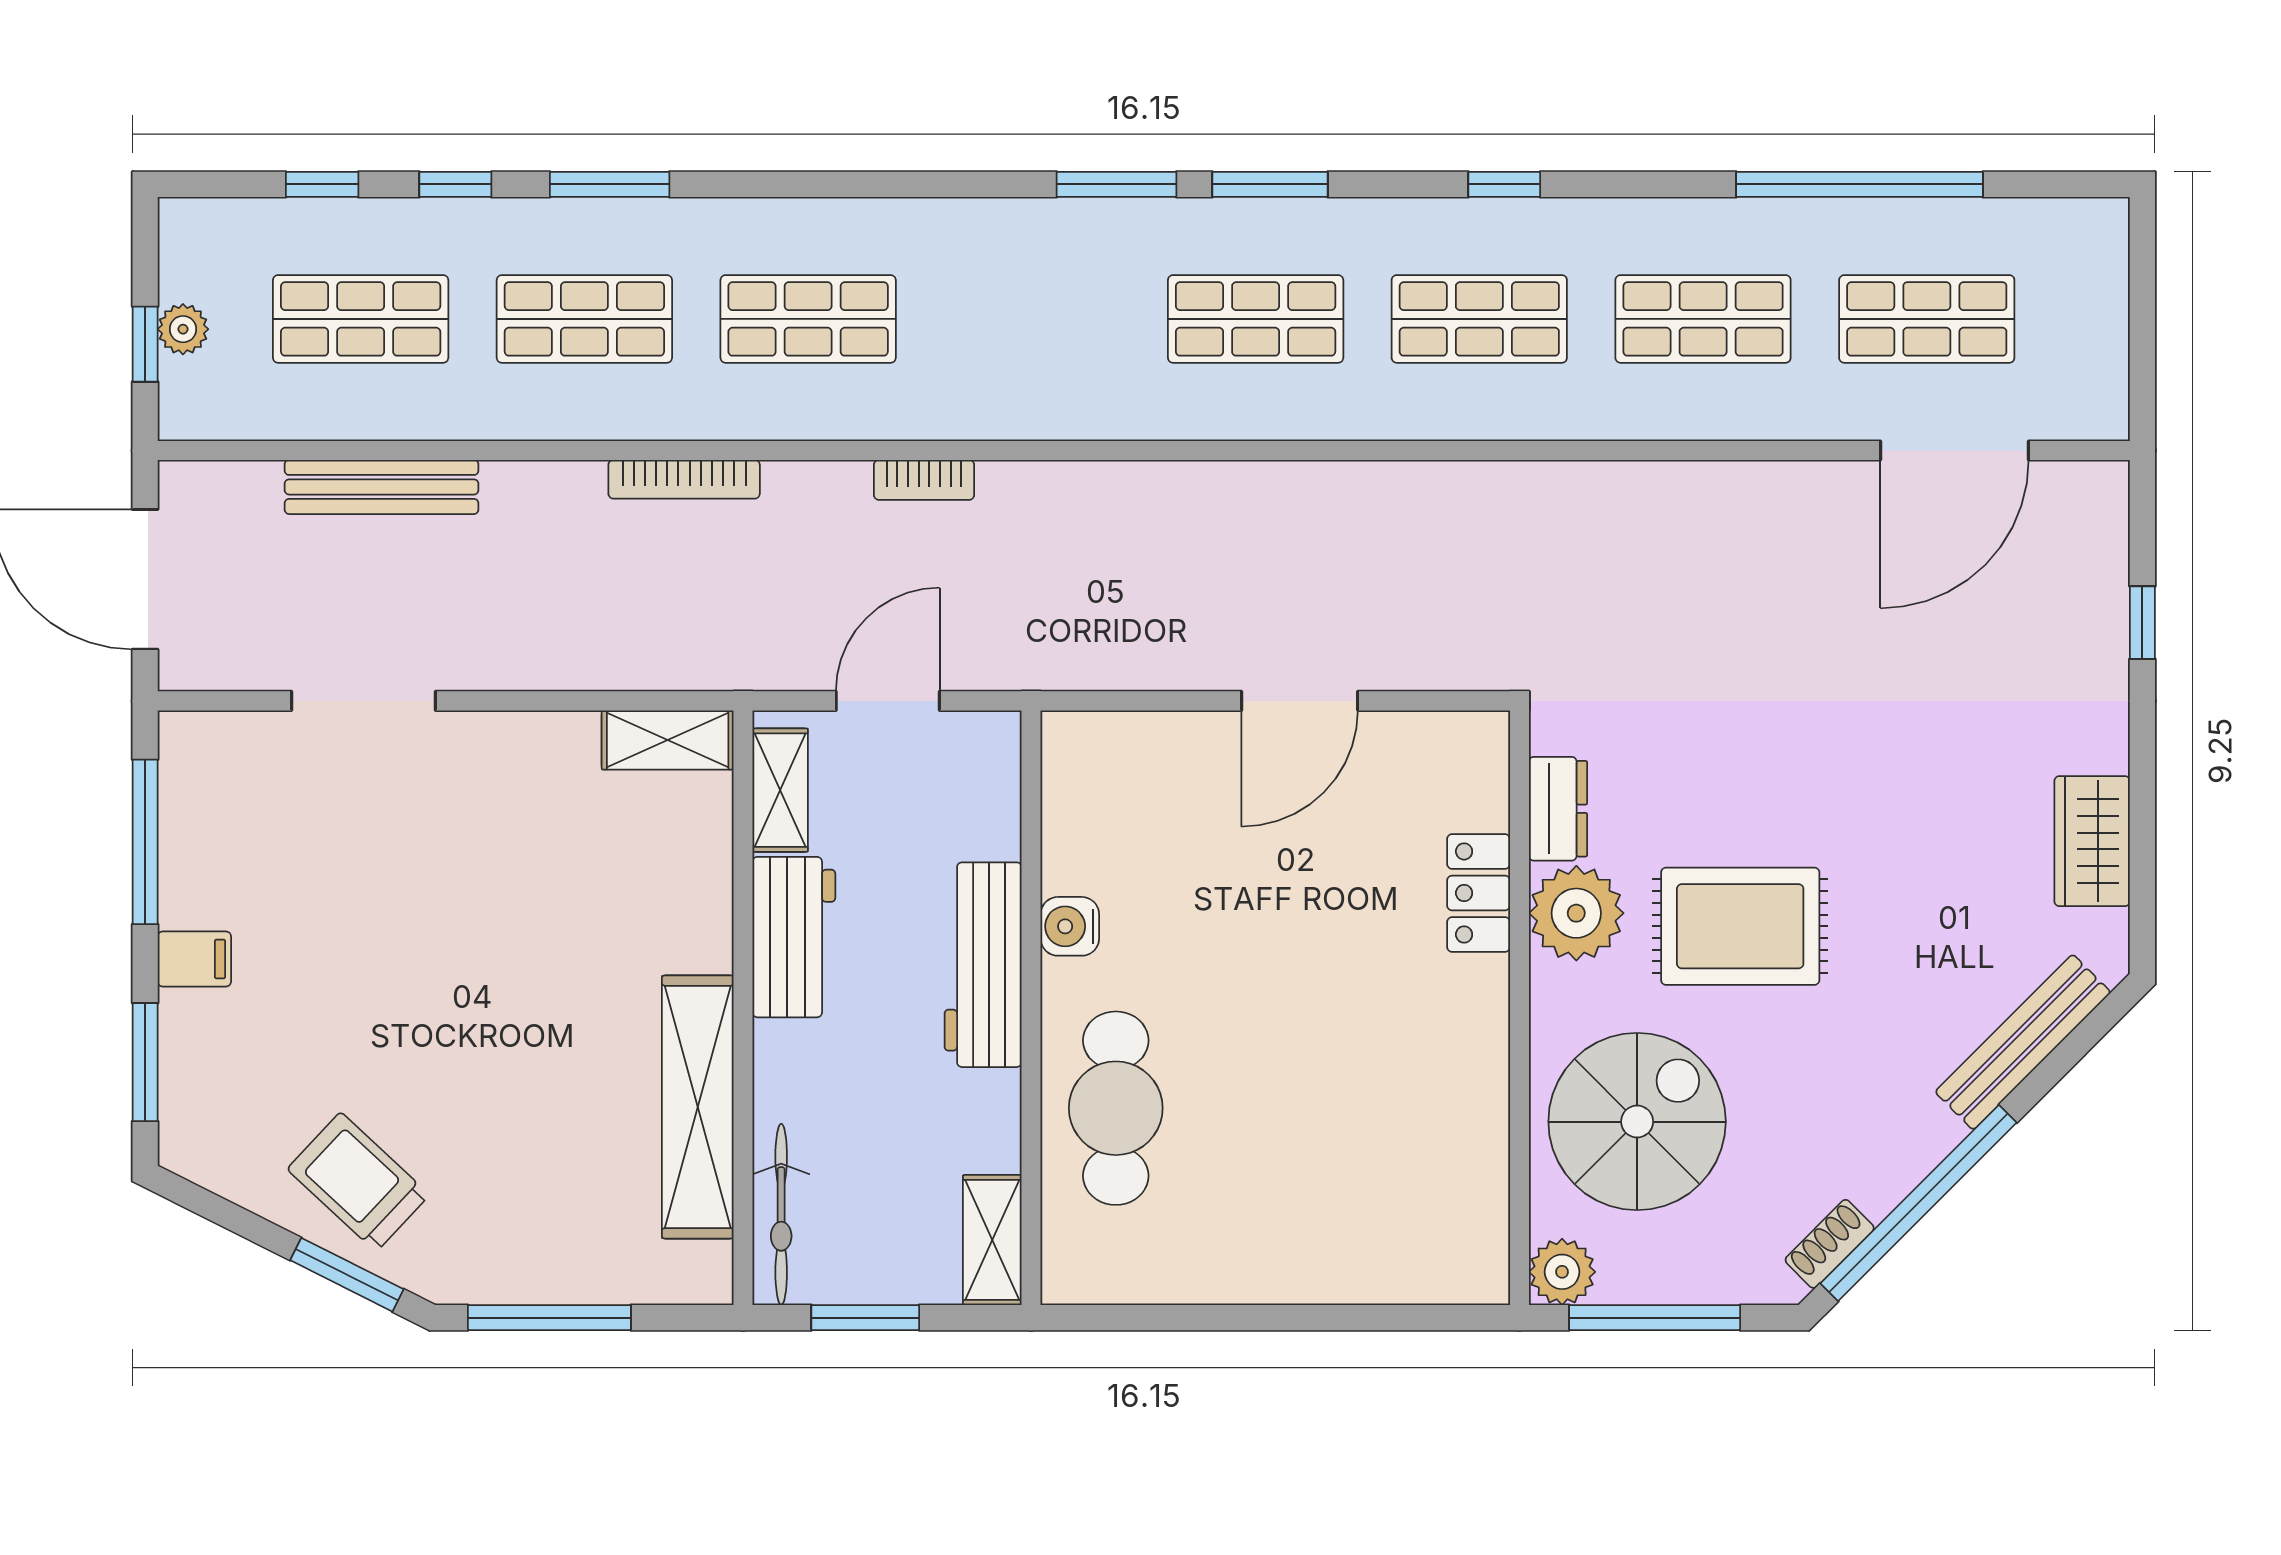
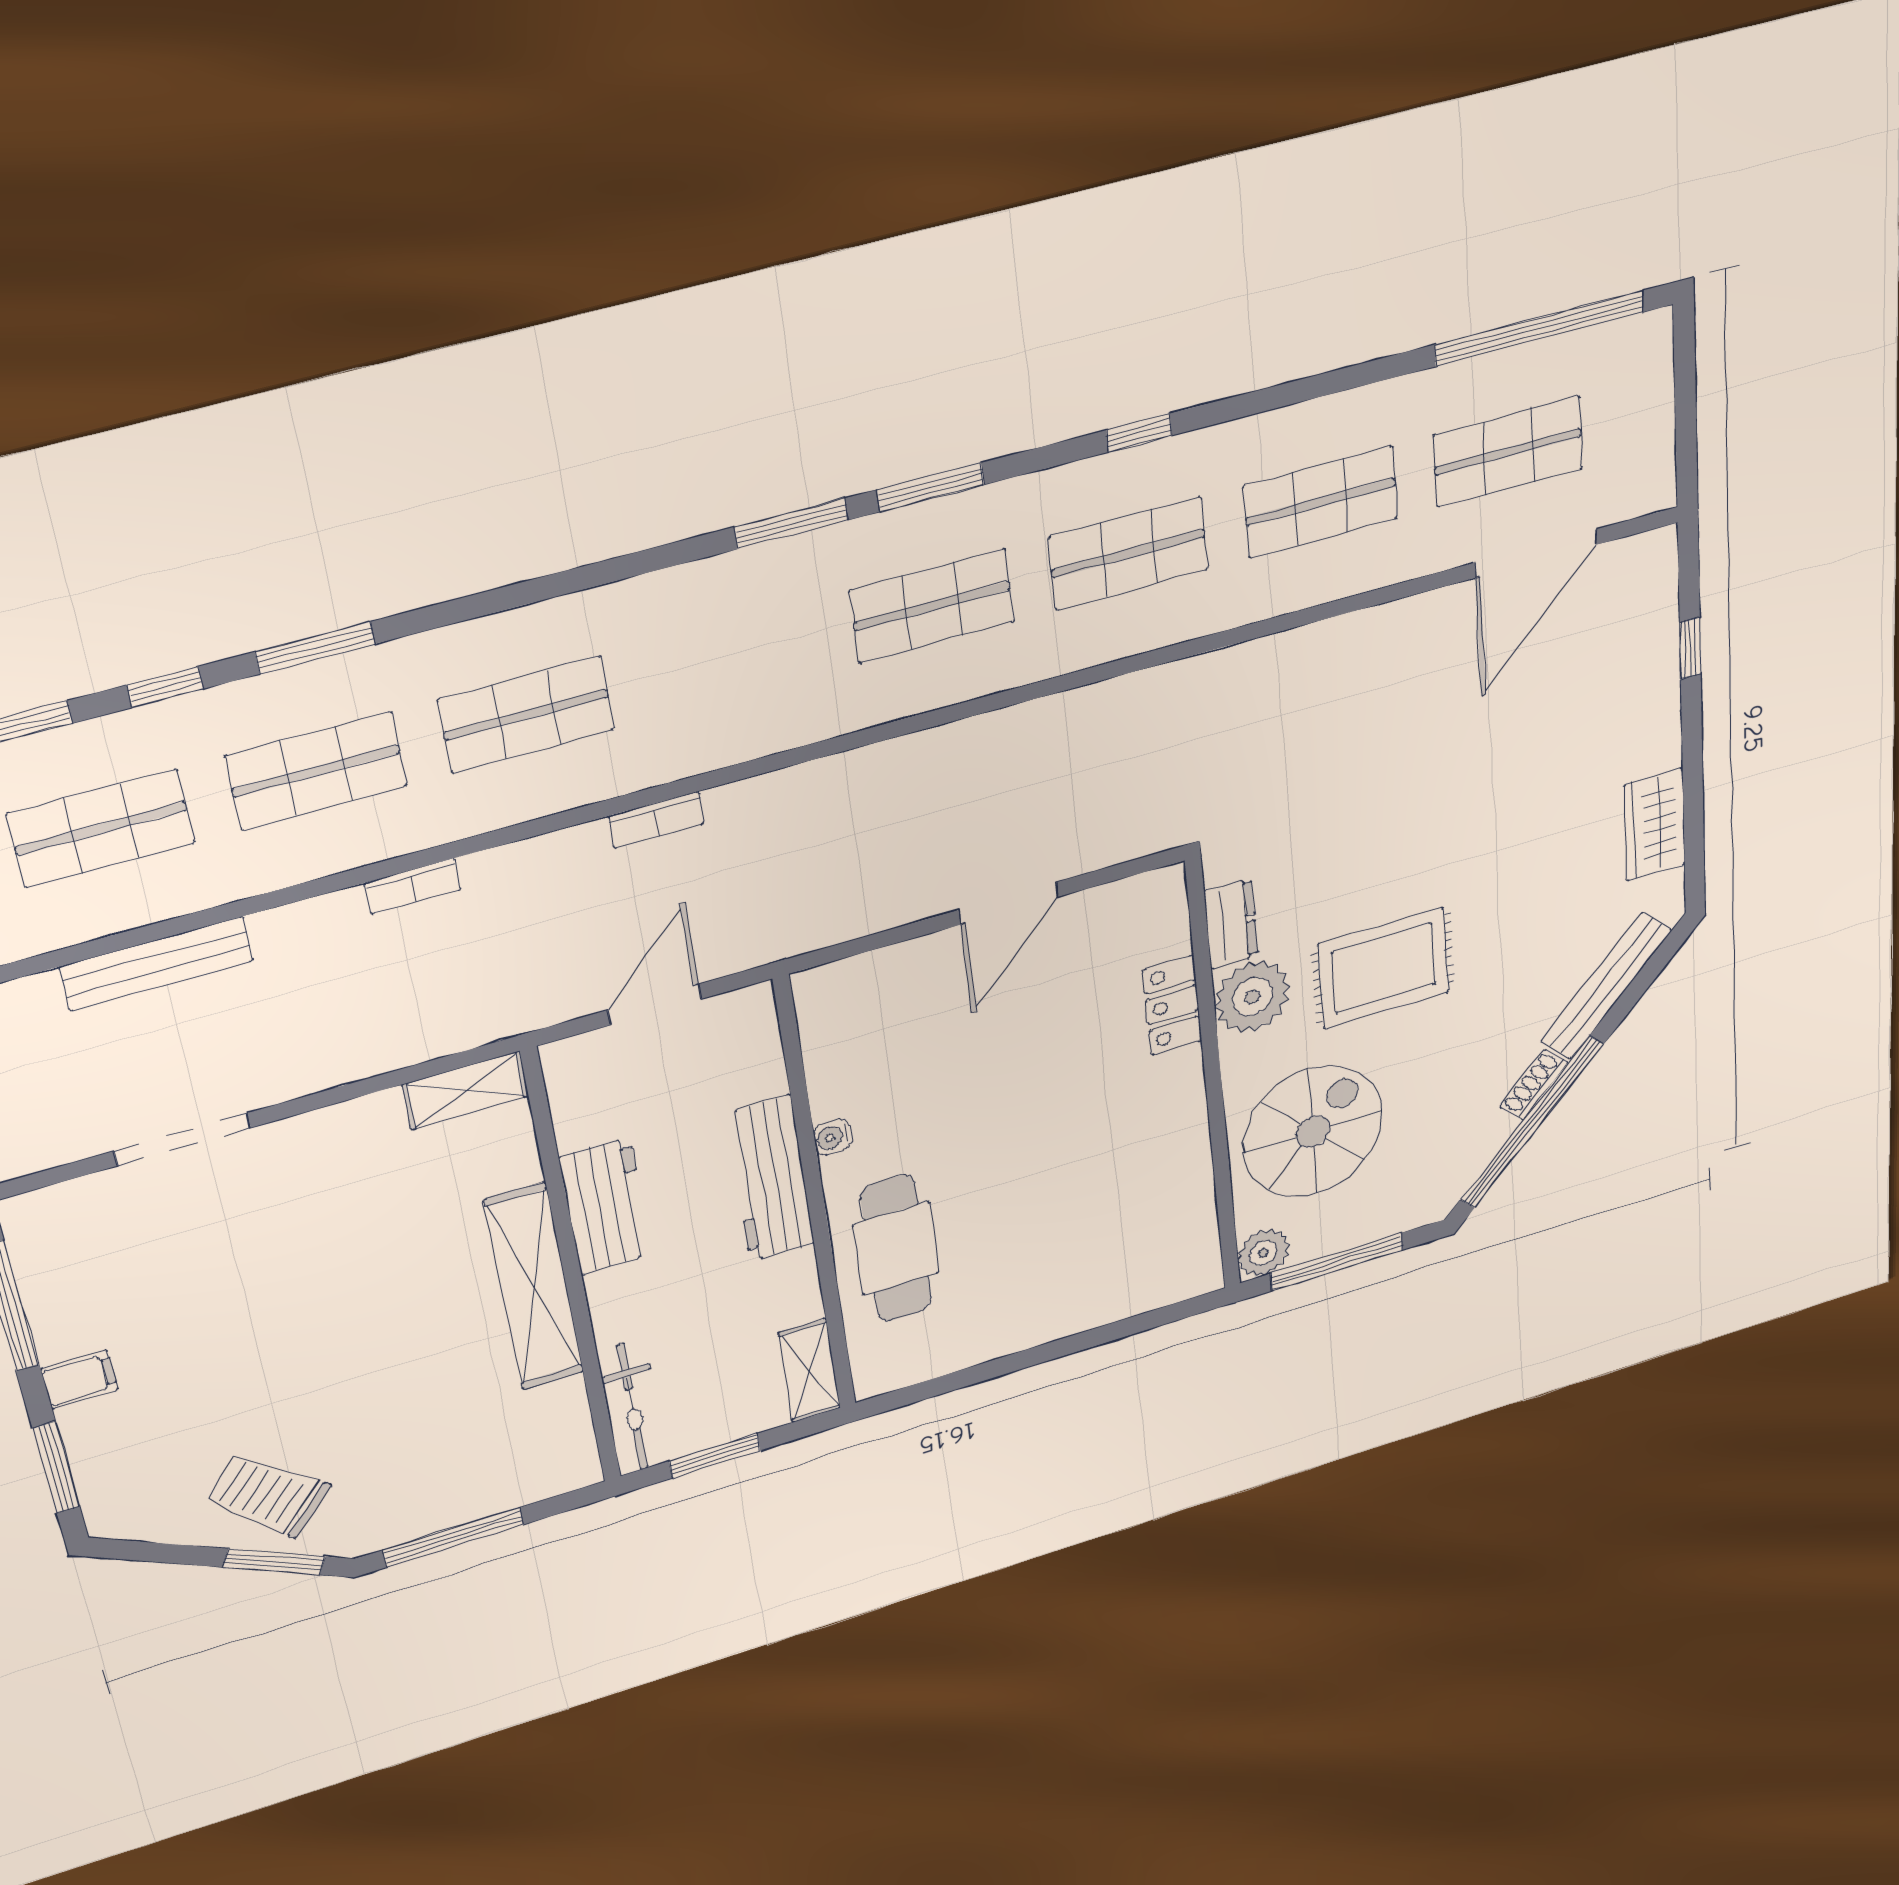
window: (1859, 184) -> (1539, 328), moved
bookcase: (684, 479) -> (413, 886), width x0.64
shelving: (780, 790) -> (573, 1100), removed
water cooler: (1070, 926) -> (833, 1137), width x0.72, depth x0.72
shelving: (698, 1107) -> (534, 1287), moved
shoe rack: (1830, 1244) -> (1534, 1085), moved

